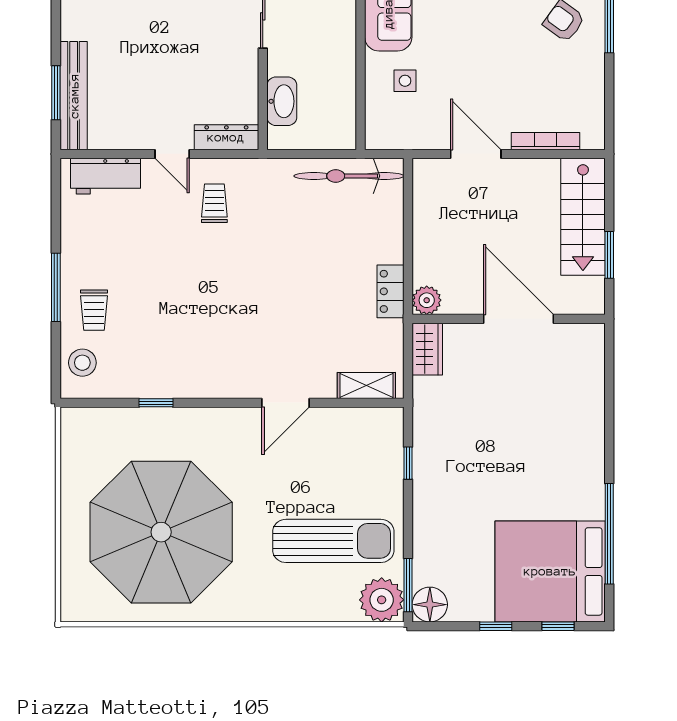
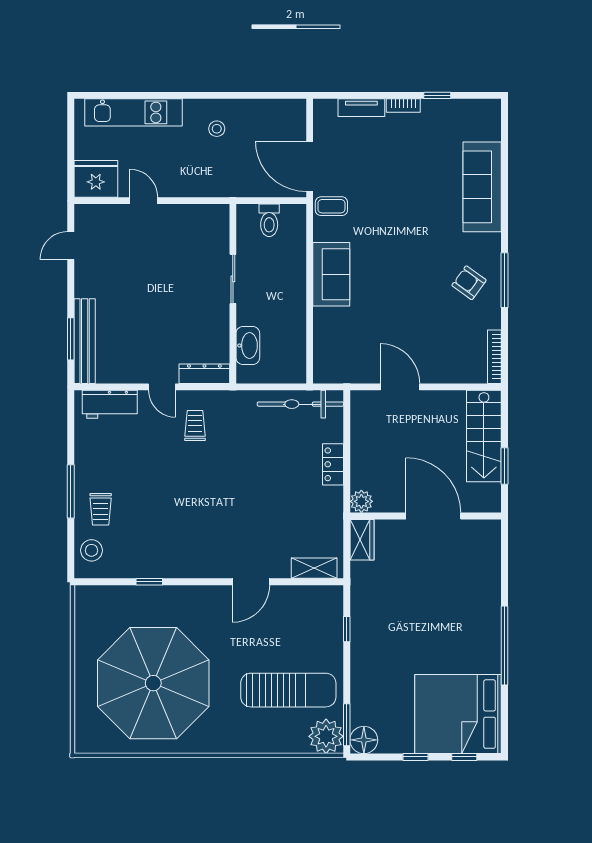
side table: (405, 81) -> (344, 329), removed
bookcase: (546, 141) -> (494, 357), moved, turned -90
locker: (390, 291) -> (333, 464), moved
window: (609, 534) -> (505, 645), moved

